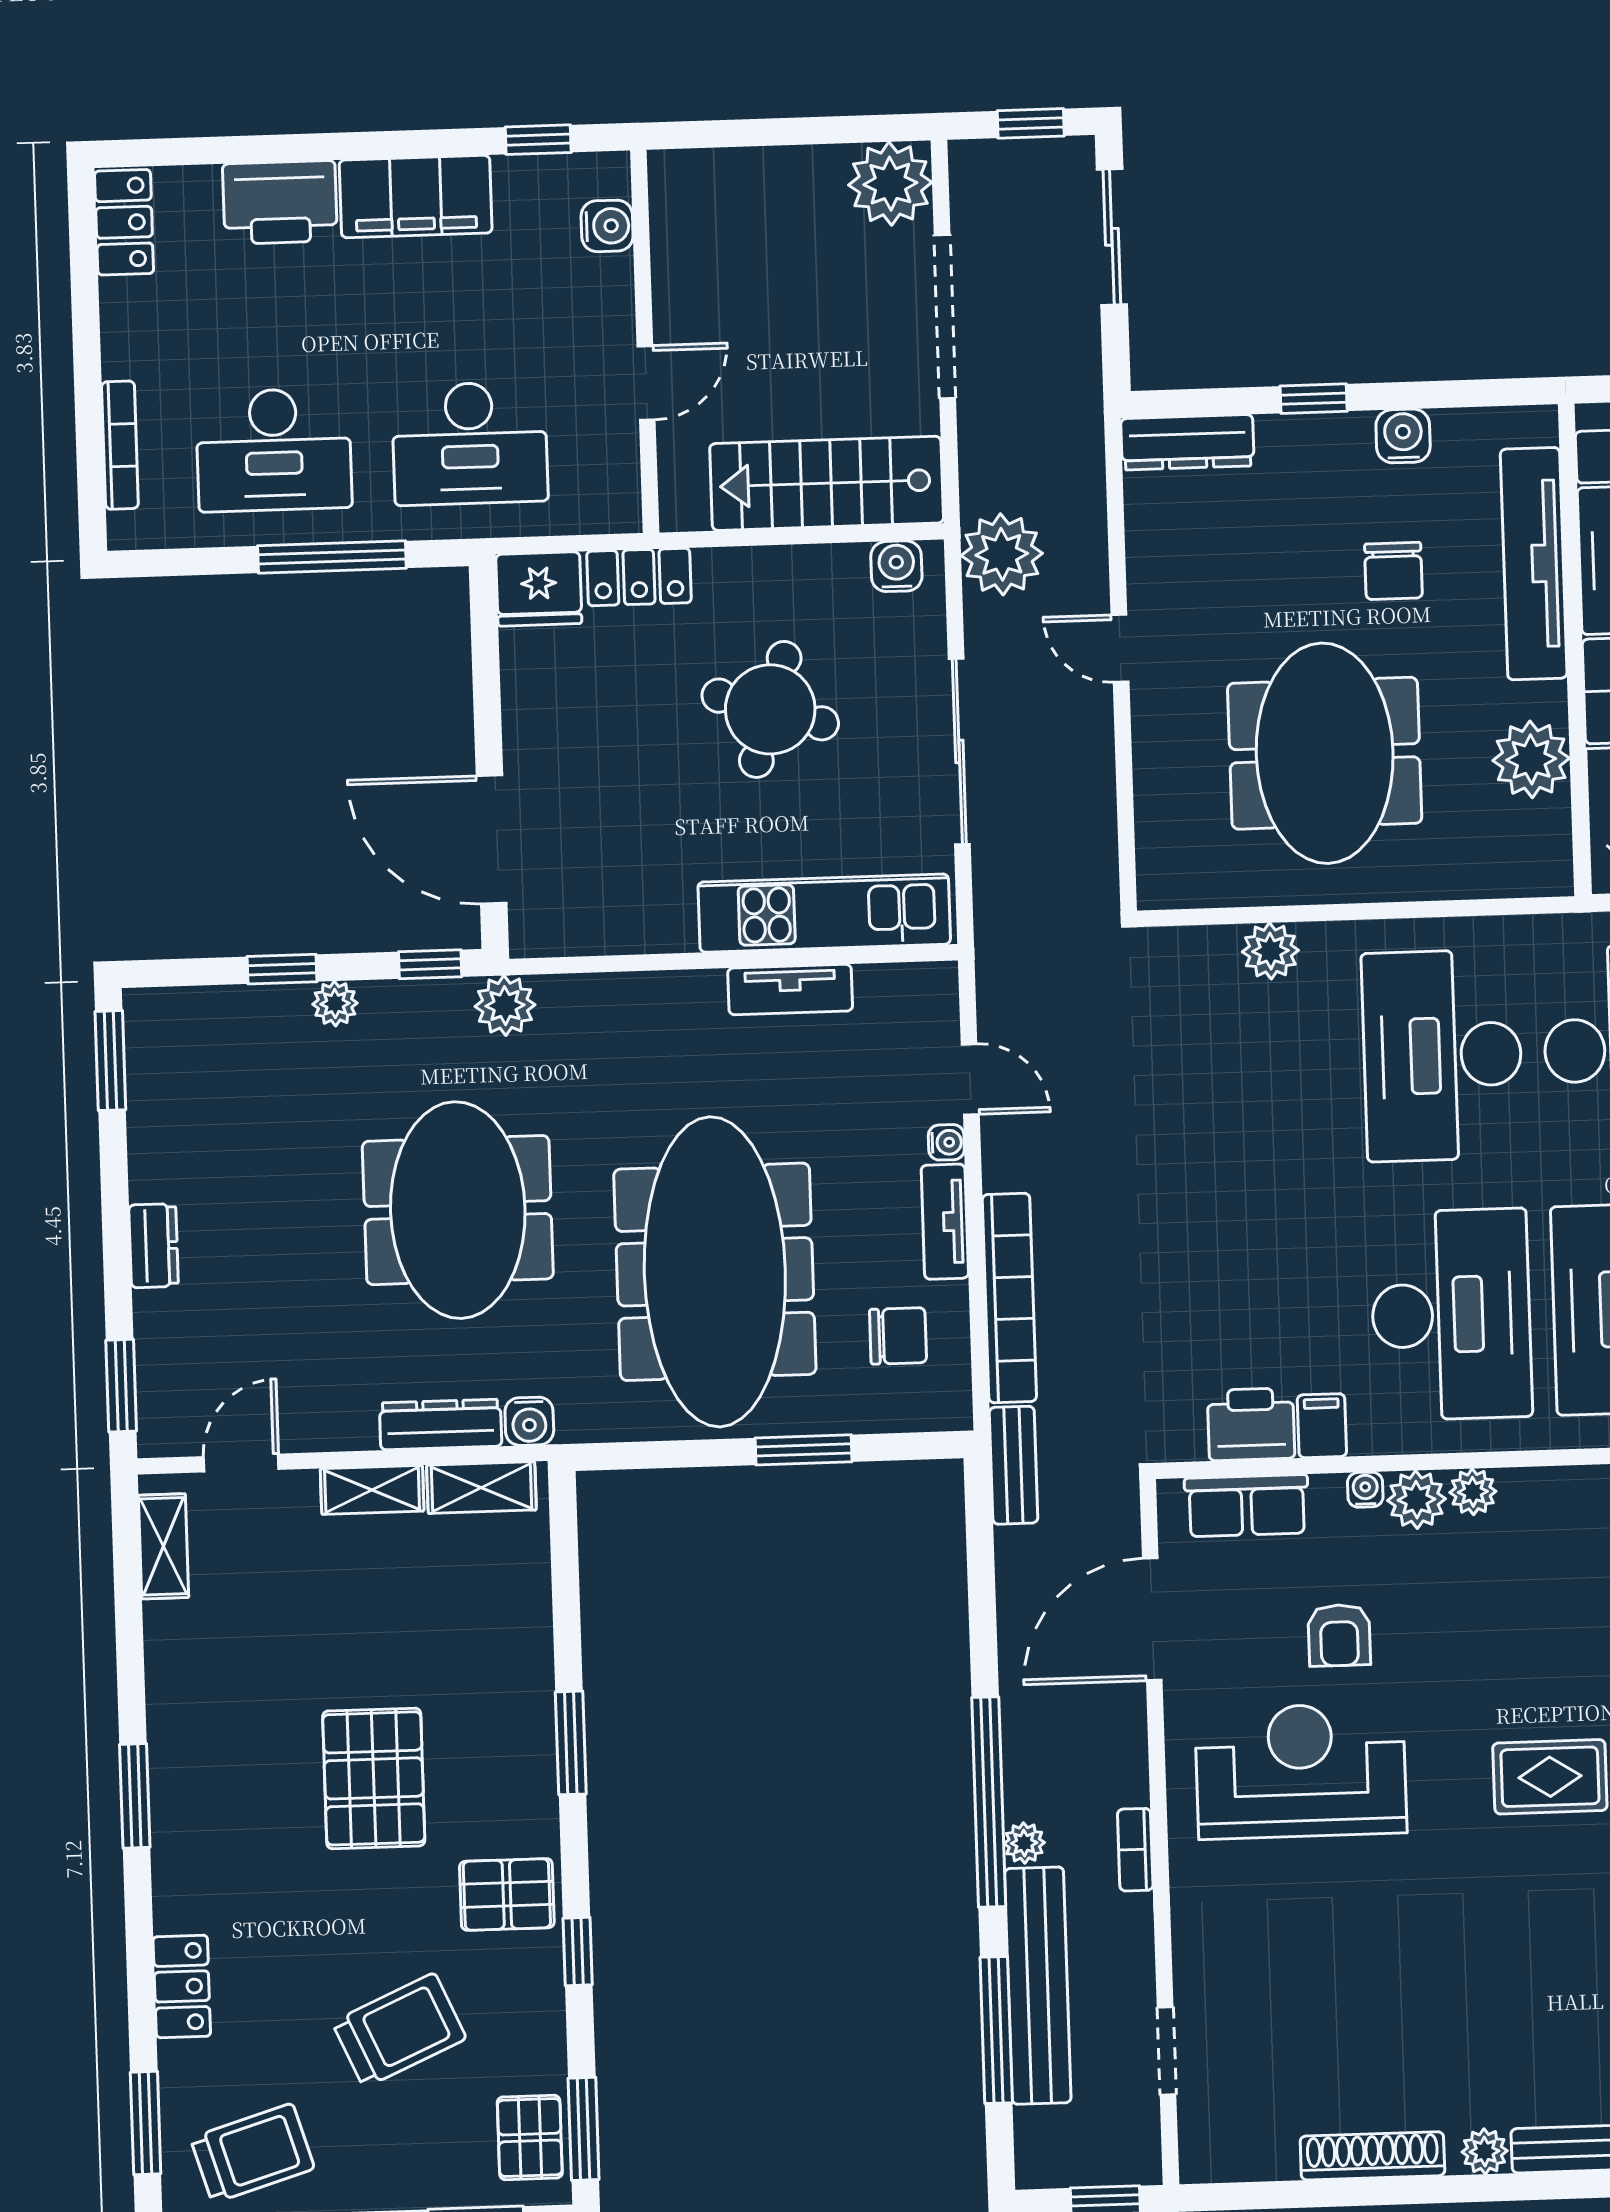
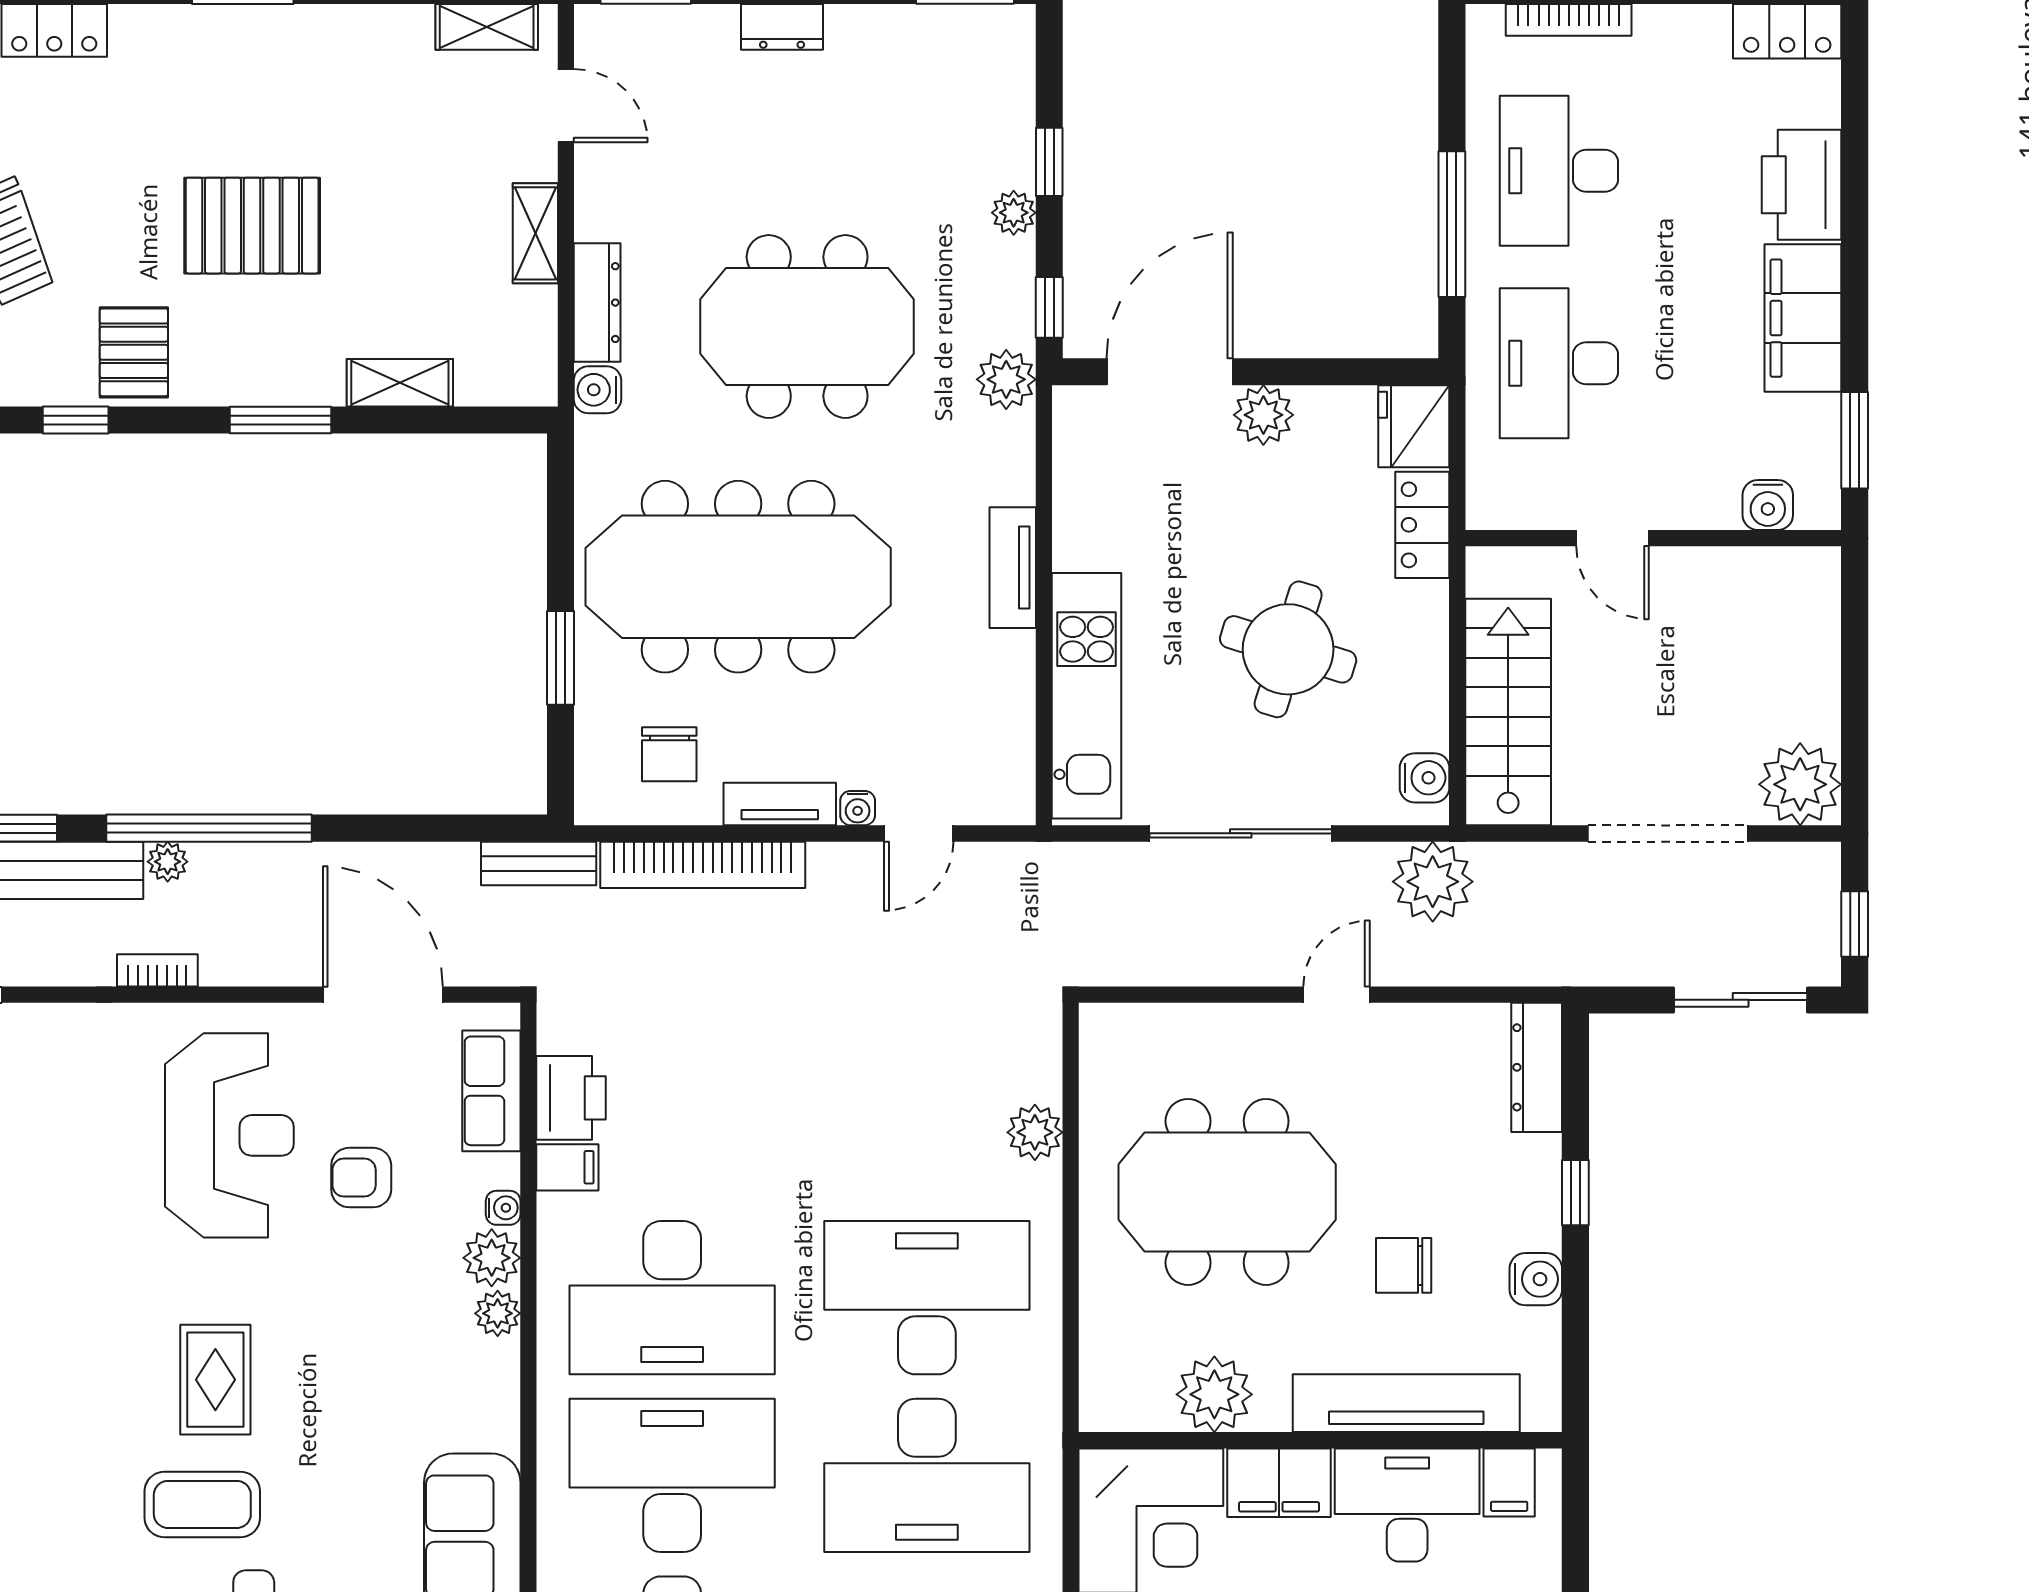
window: (538, 140) -> (1855, 440), width x1.50
plant: (532, 742) -> (1263, 415), added
tv unit: (790, 990) -> (1013, 568), moved
shelving: (481, 1488) -> (400, 383), moved, turned 90

